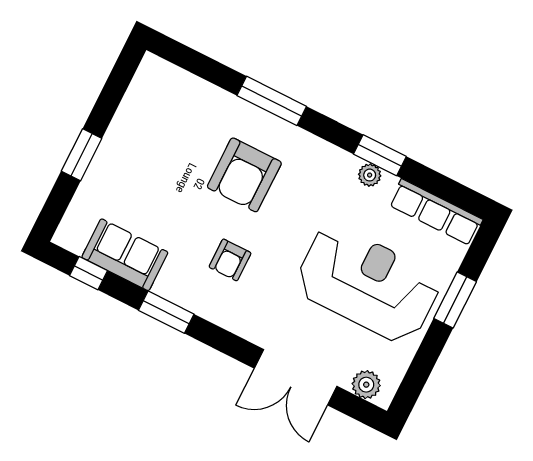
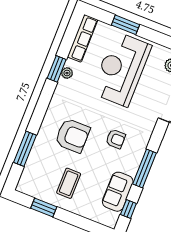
window: (272, 101) -> (25, 149), moved
window: (82, 155) -> (44, 208), moved
coffee table: (150, 159) -> (69, 183), added
window: (166, 312) -> (145, 168), width x1.44

